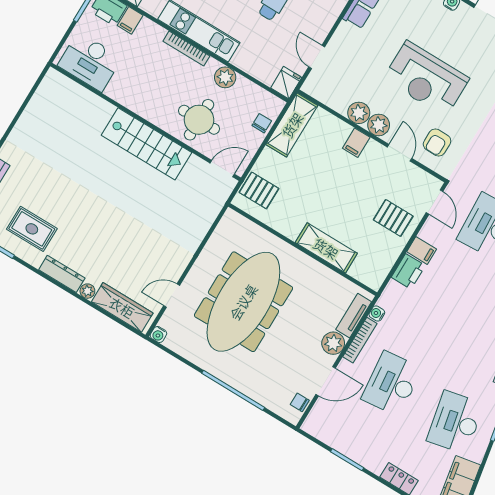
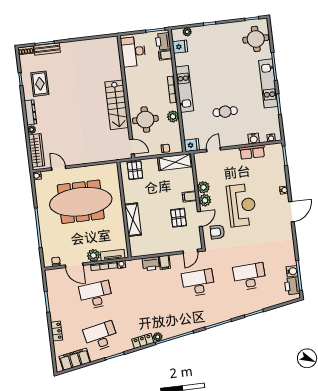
reception desk: (426, 79) -> (242, 205), turned 180
pallet: (393, 218) -> (178, 218), moved

